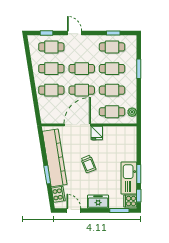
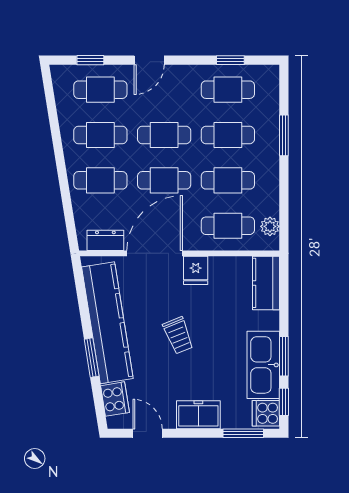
door: (75, 33) -> (149, 60), swing flipped
dresser: (54, 119) -> (105, 240), added
kitchen counter: (130, 139) -> (266, 283), added

